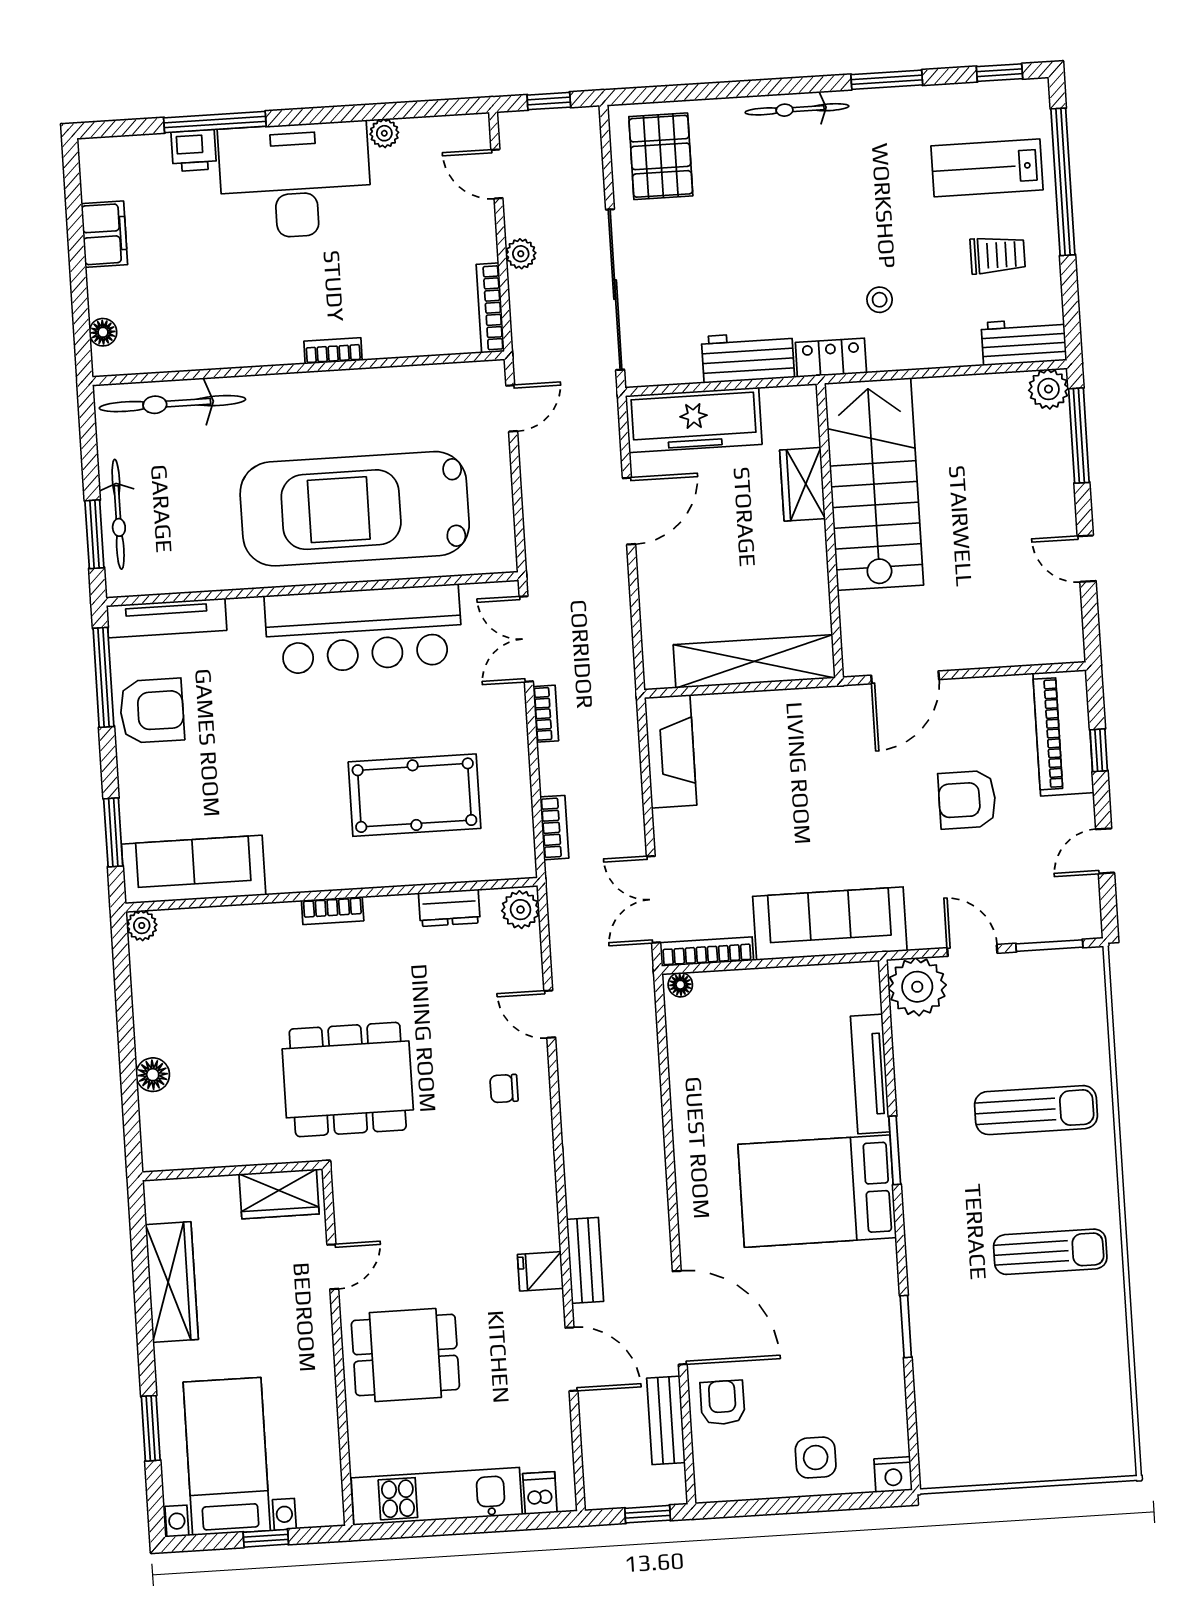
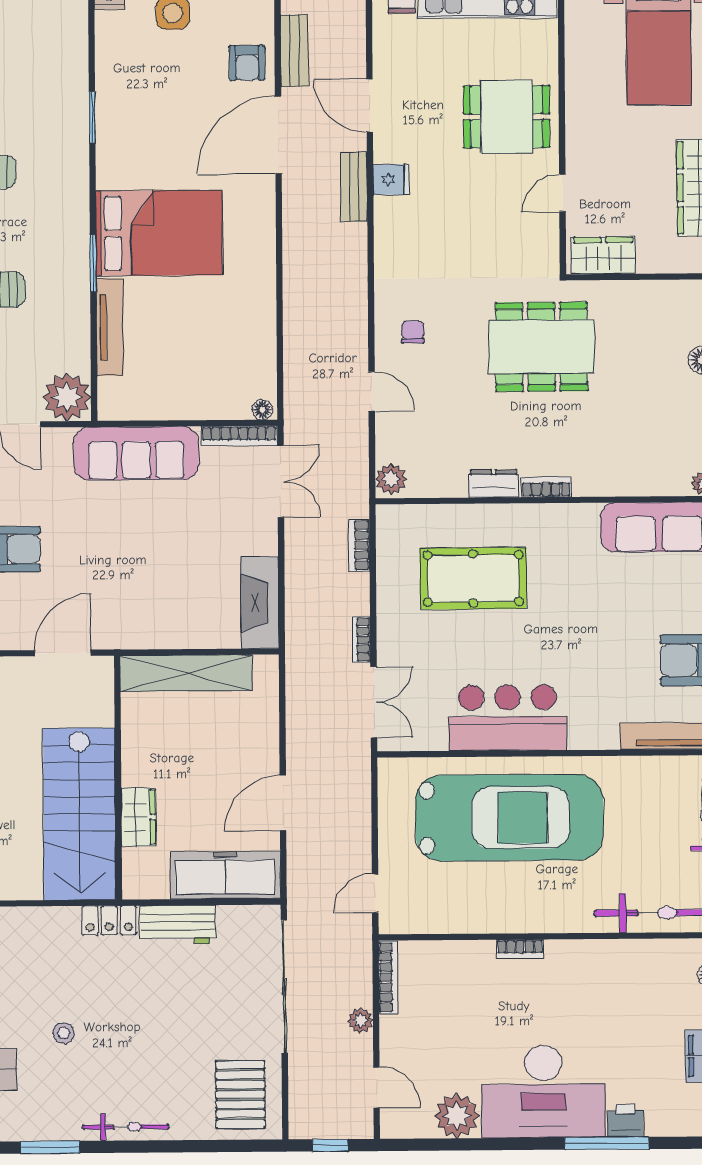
plant: (384, 133) -> (457, 1116), width x1.88, depth x1.88
stool: (880, 300) -> (64, 1033), moved
bar counter: (364, 629) -> (508, 718), width x0.73
dresser: (449, 908) -> (494, 483), moved
chair: (504, 1088) -> (413, 332), turned -90
door: (680, 1318) -> (278, 135), hinge flipped

